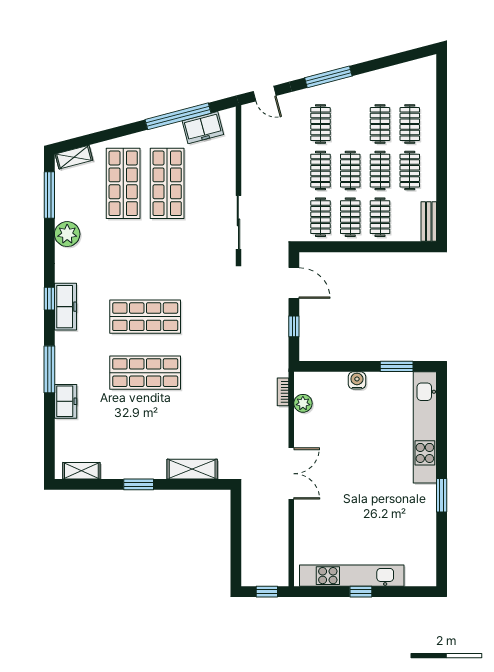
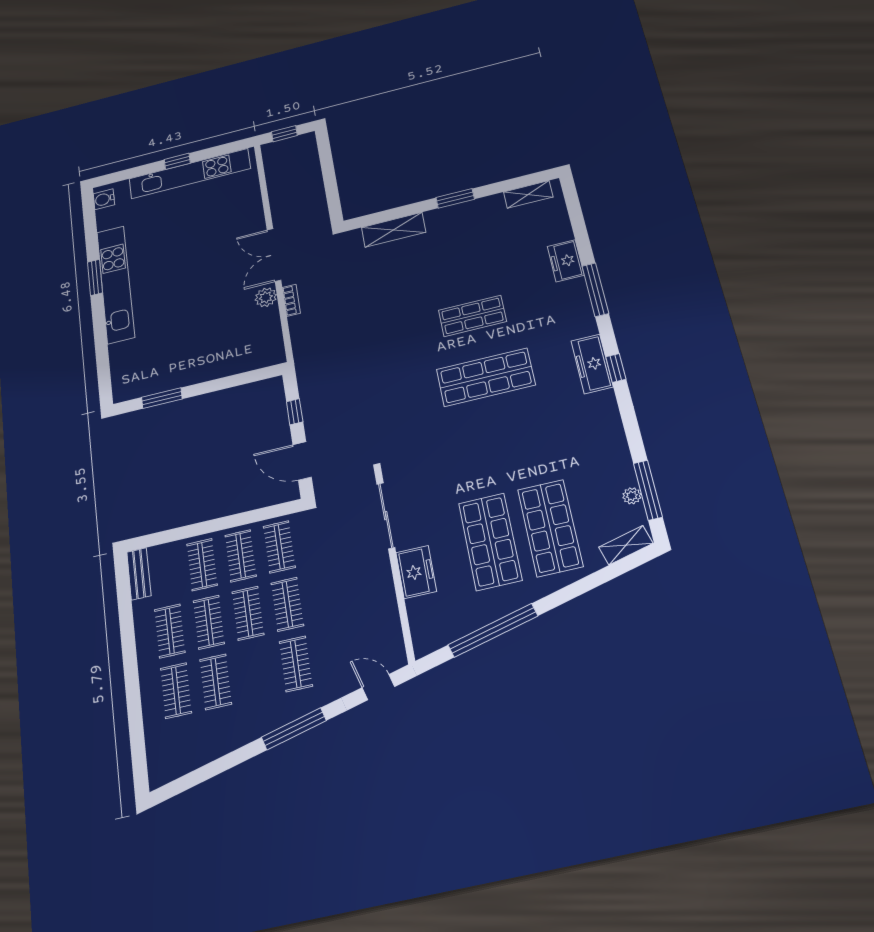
freezer: (203, 128) -> (416, 572), moved, turned 105
plant: (67, 234) -> (632, 496), moved, width x0.53, depth x0.53
shop shelf: (145, 373) -> (472, 316), width x0.70, depth x0.74
water cooler: (357, 380) -> (104, 199), moved, turned 90
bookcase: (283, 392) -> (291, 300), moved
plant: (303, 403) -> (266, 297), moved
kitchen unit: (425, 427) -> (116, 284), moved

